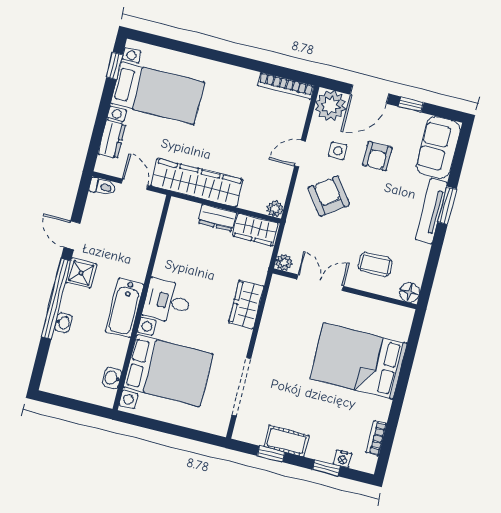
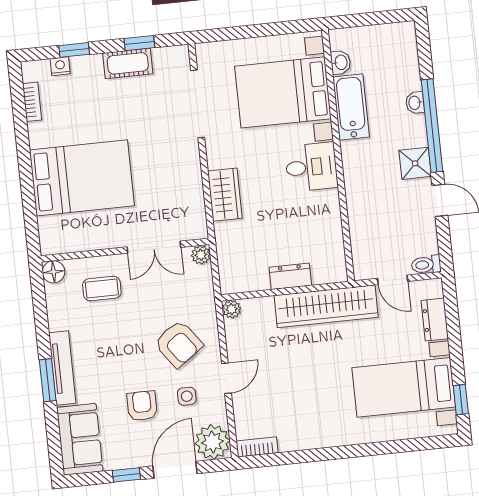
bookcase: (286, 86) -> (257, 447), width x0.64
wardrobe: (255, 230) -> (245, 279), removed
bathtub: (124, 308) -> (351, 107), moved

